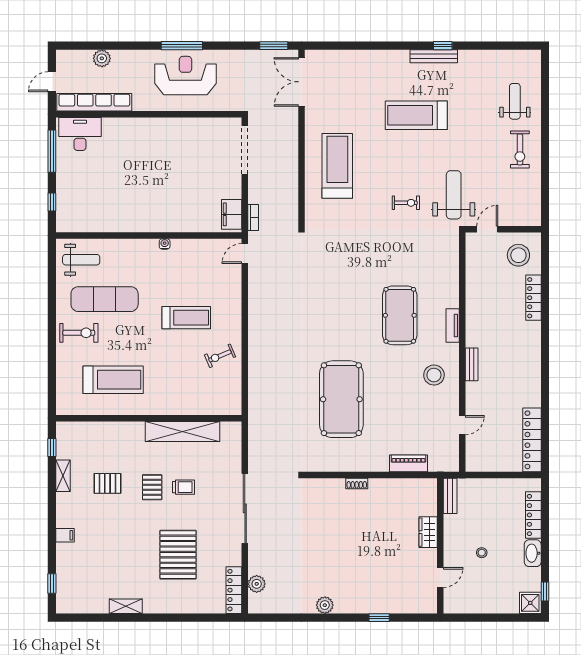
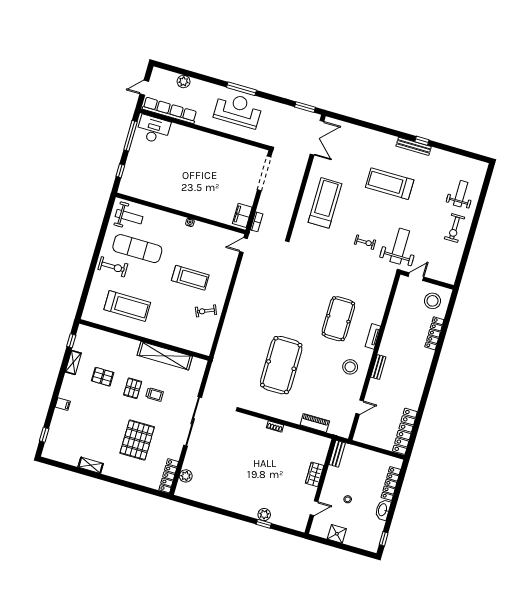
double door: (302, 82) -> (317, 138), swing flipped
shower: (530, 603) -> (337, 534), moved
plant: (325, 605) -> (264, 515), moved

